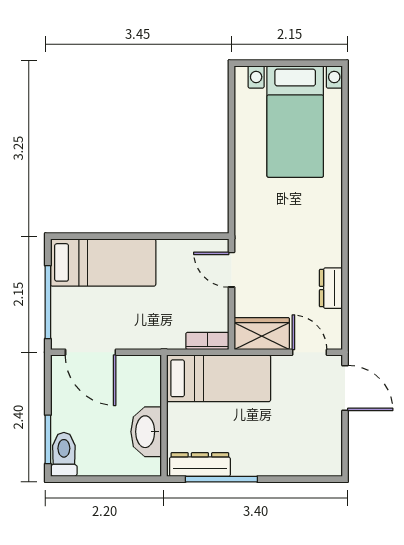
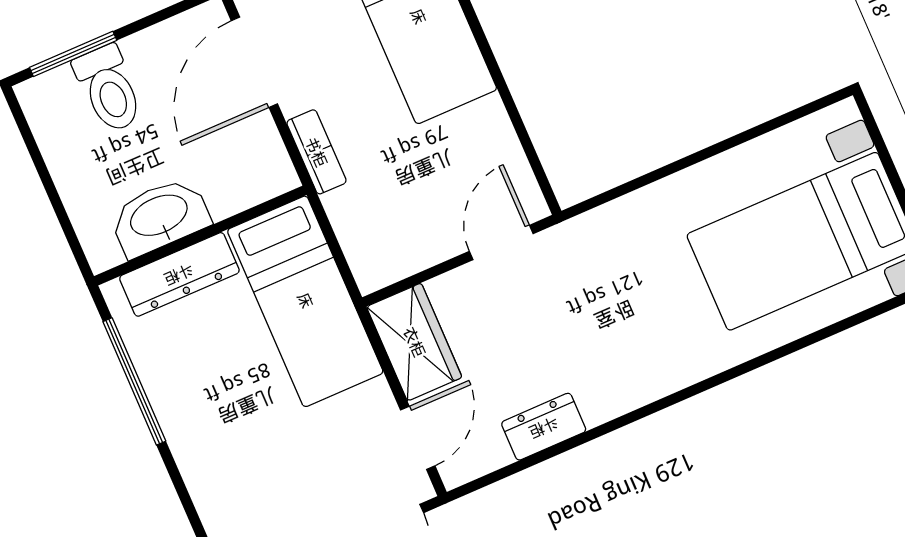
bookcase: (207, 341) -> (316, 152), moved
toilet: (64, 454) -> (109, 89), moved, turned 90
dresser: (200, 465) -> (179, 274), moved, turned 90

